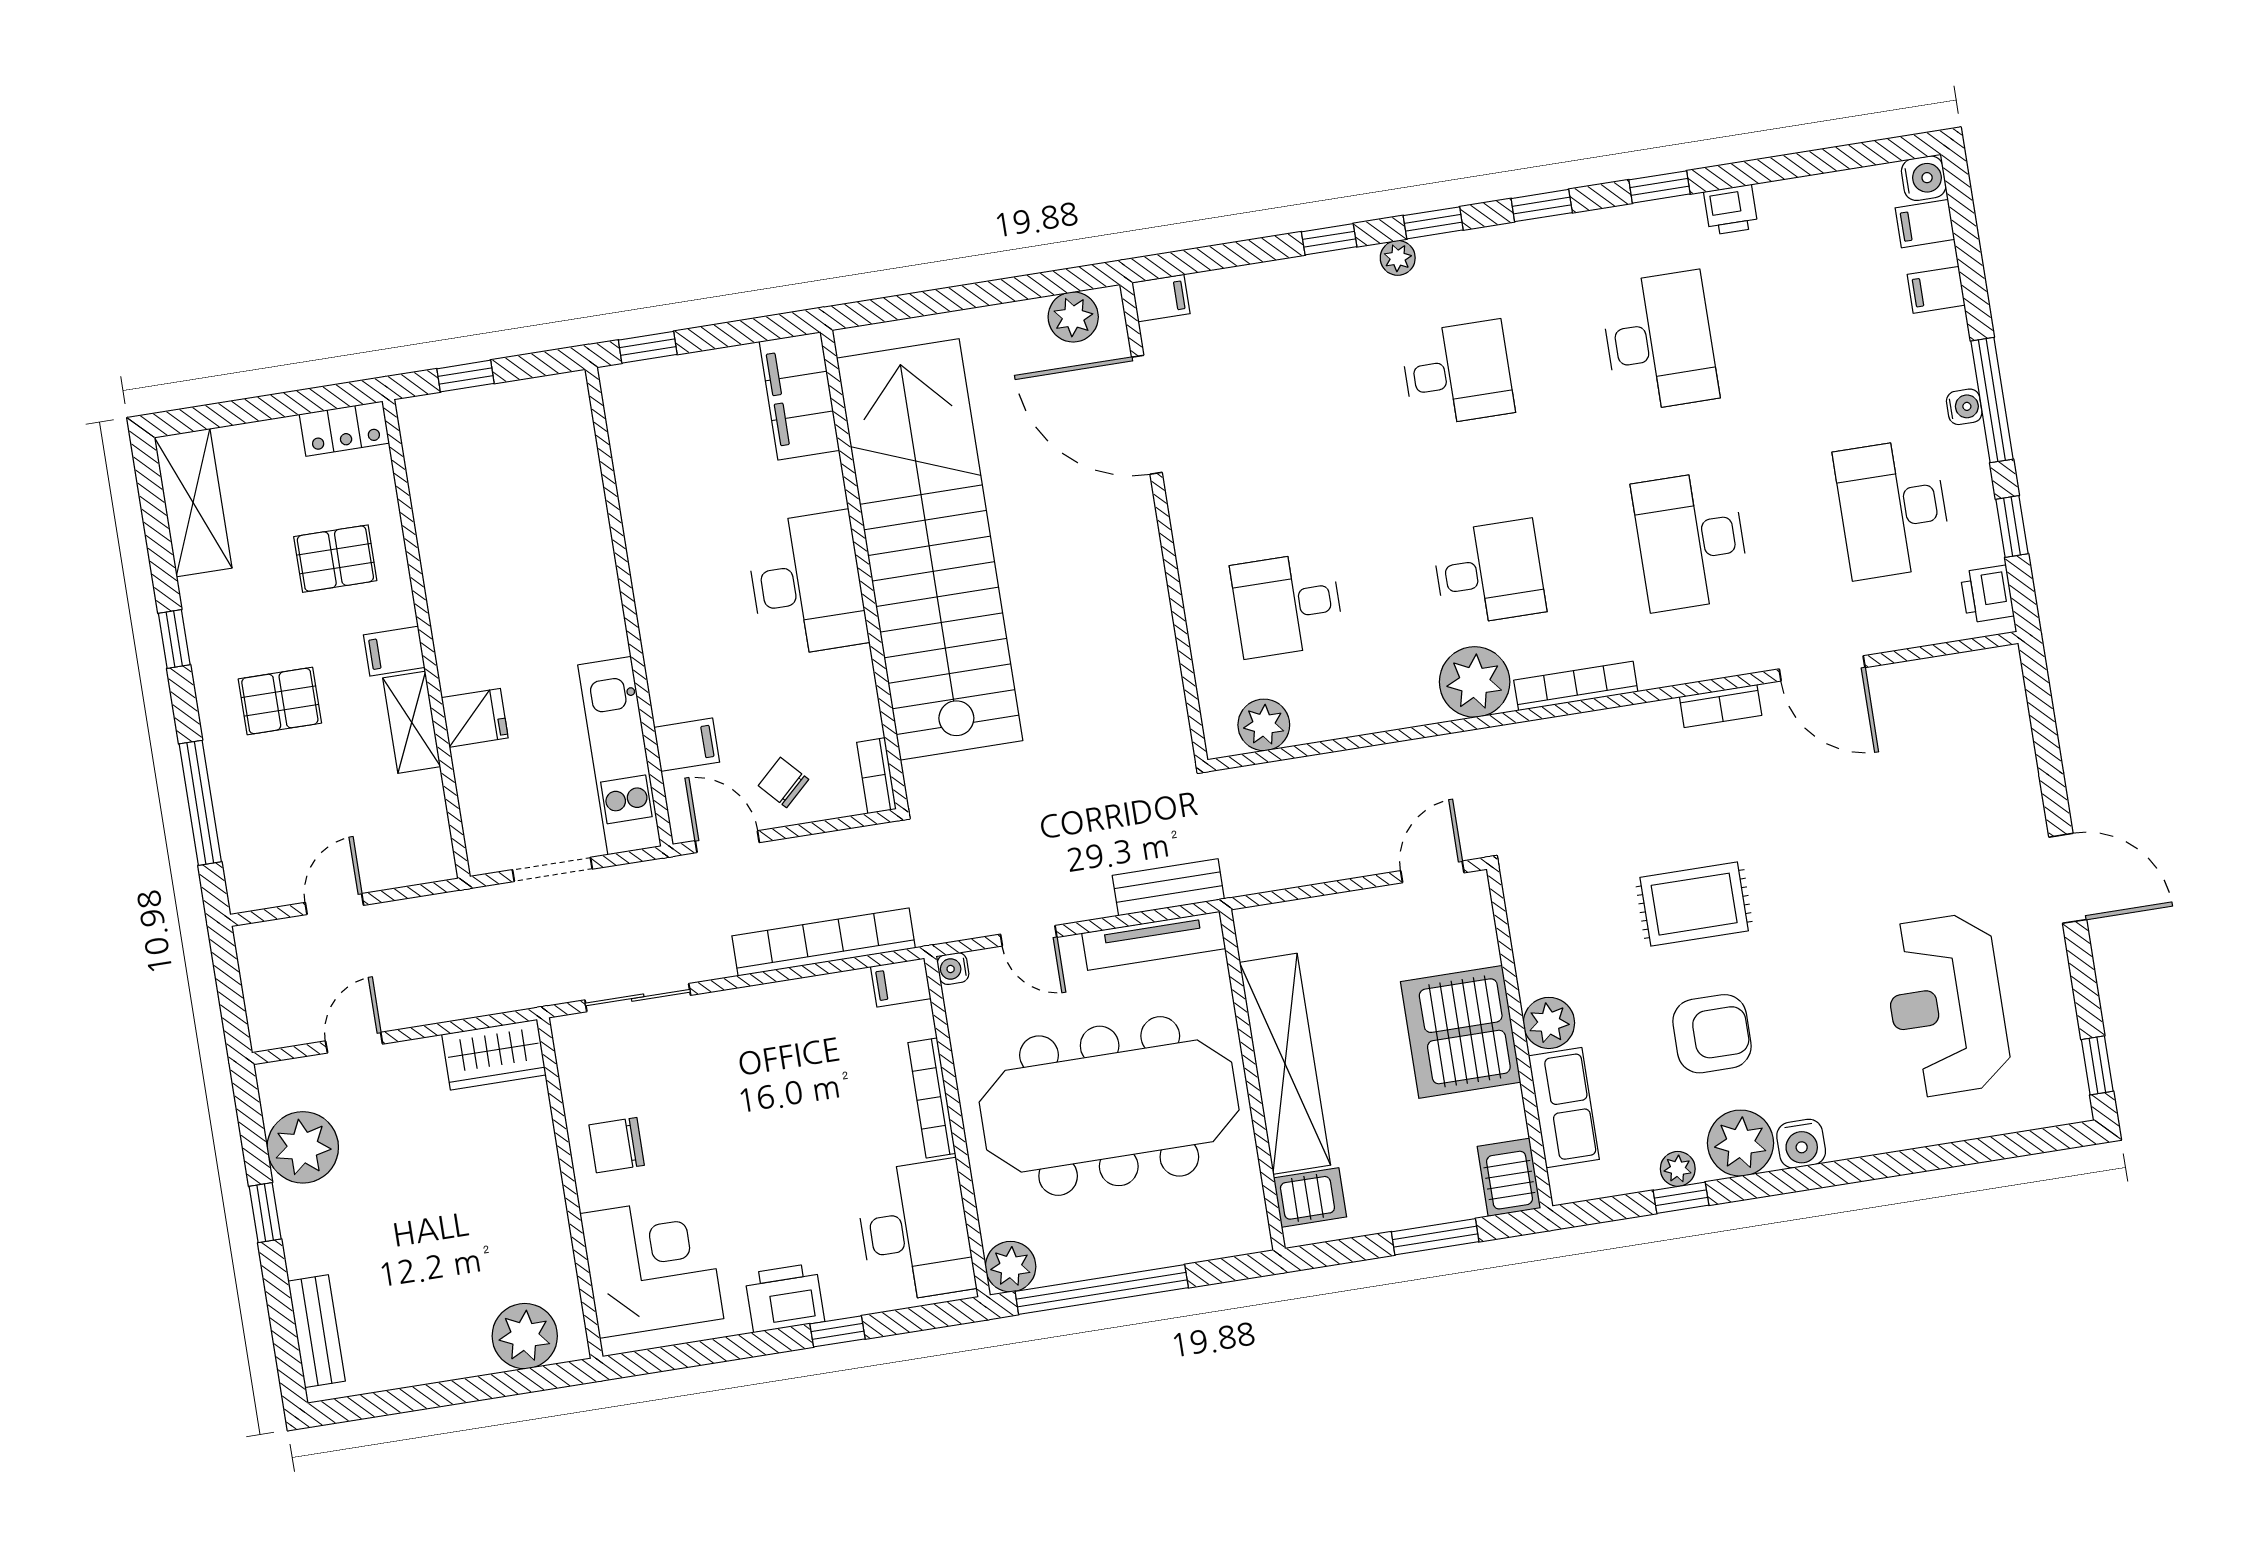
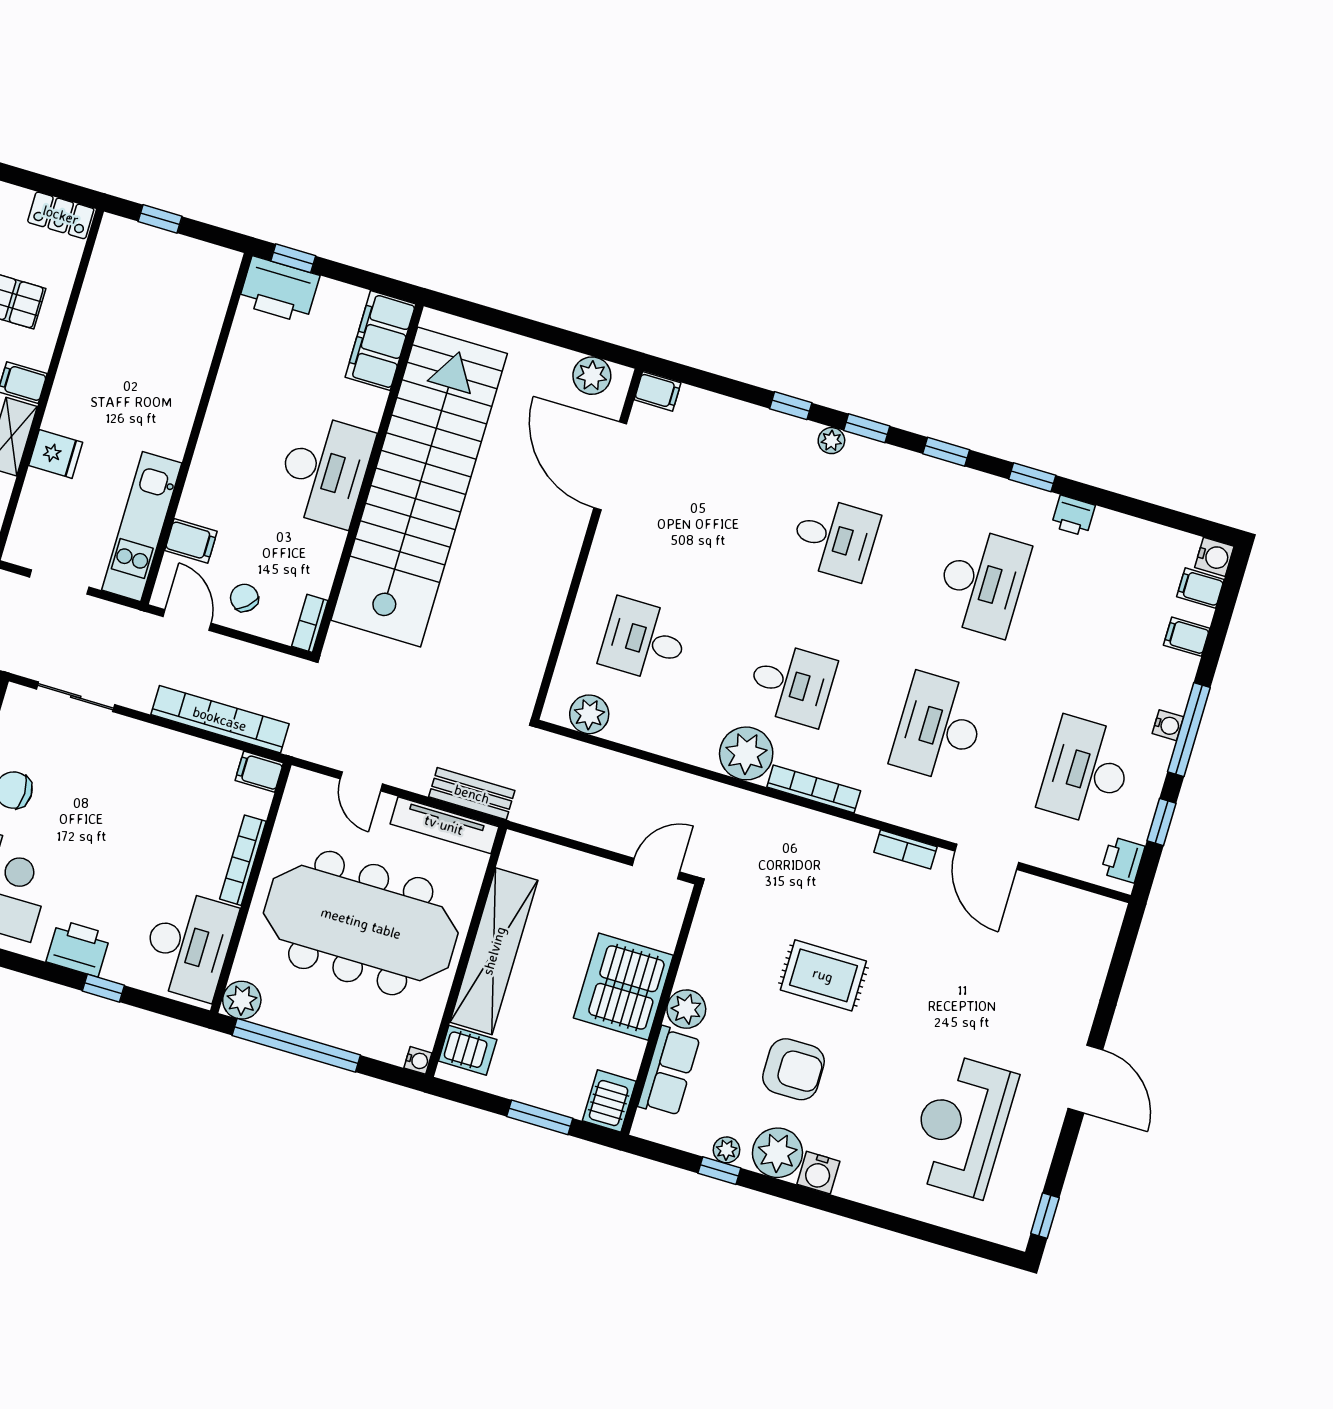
printer: (649, 393) -> (279, 290), added
water cooler: (953, 969) -> (418, 1060), moved, turned 180

